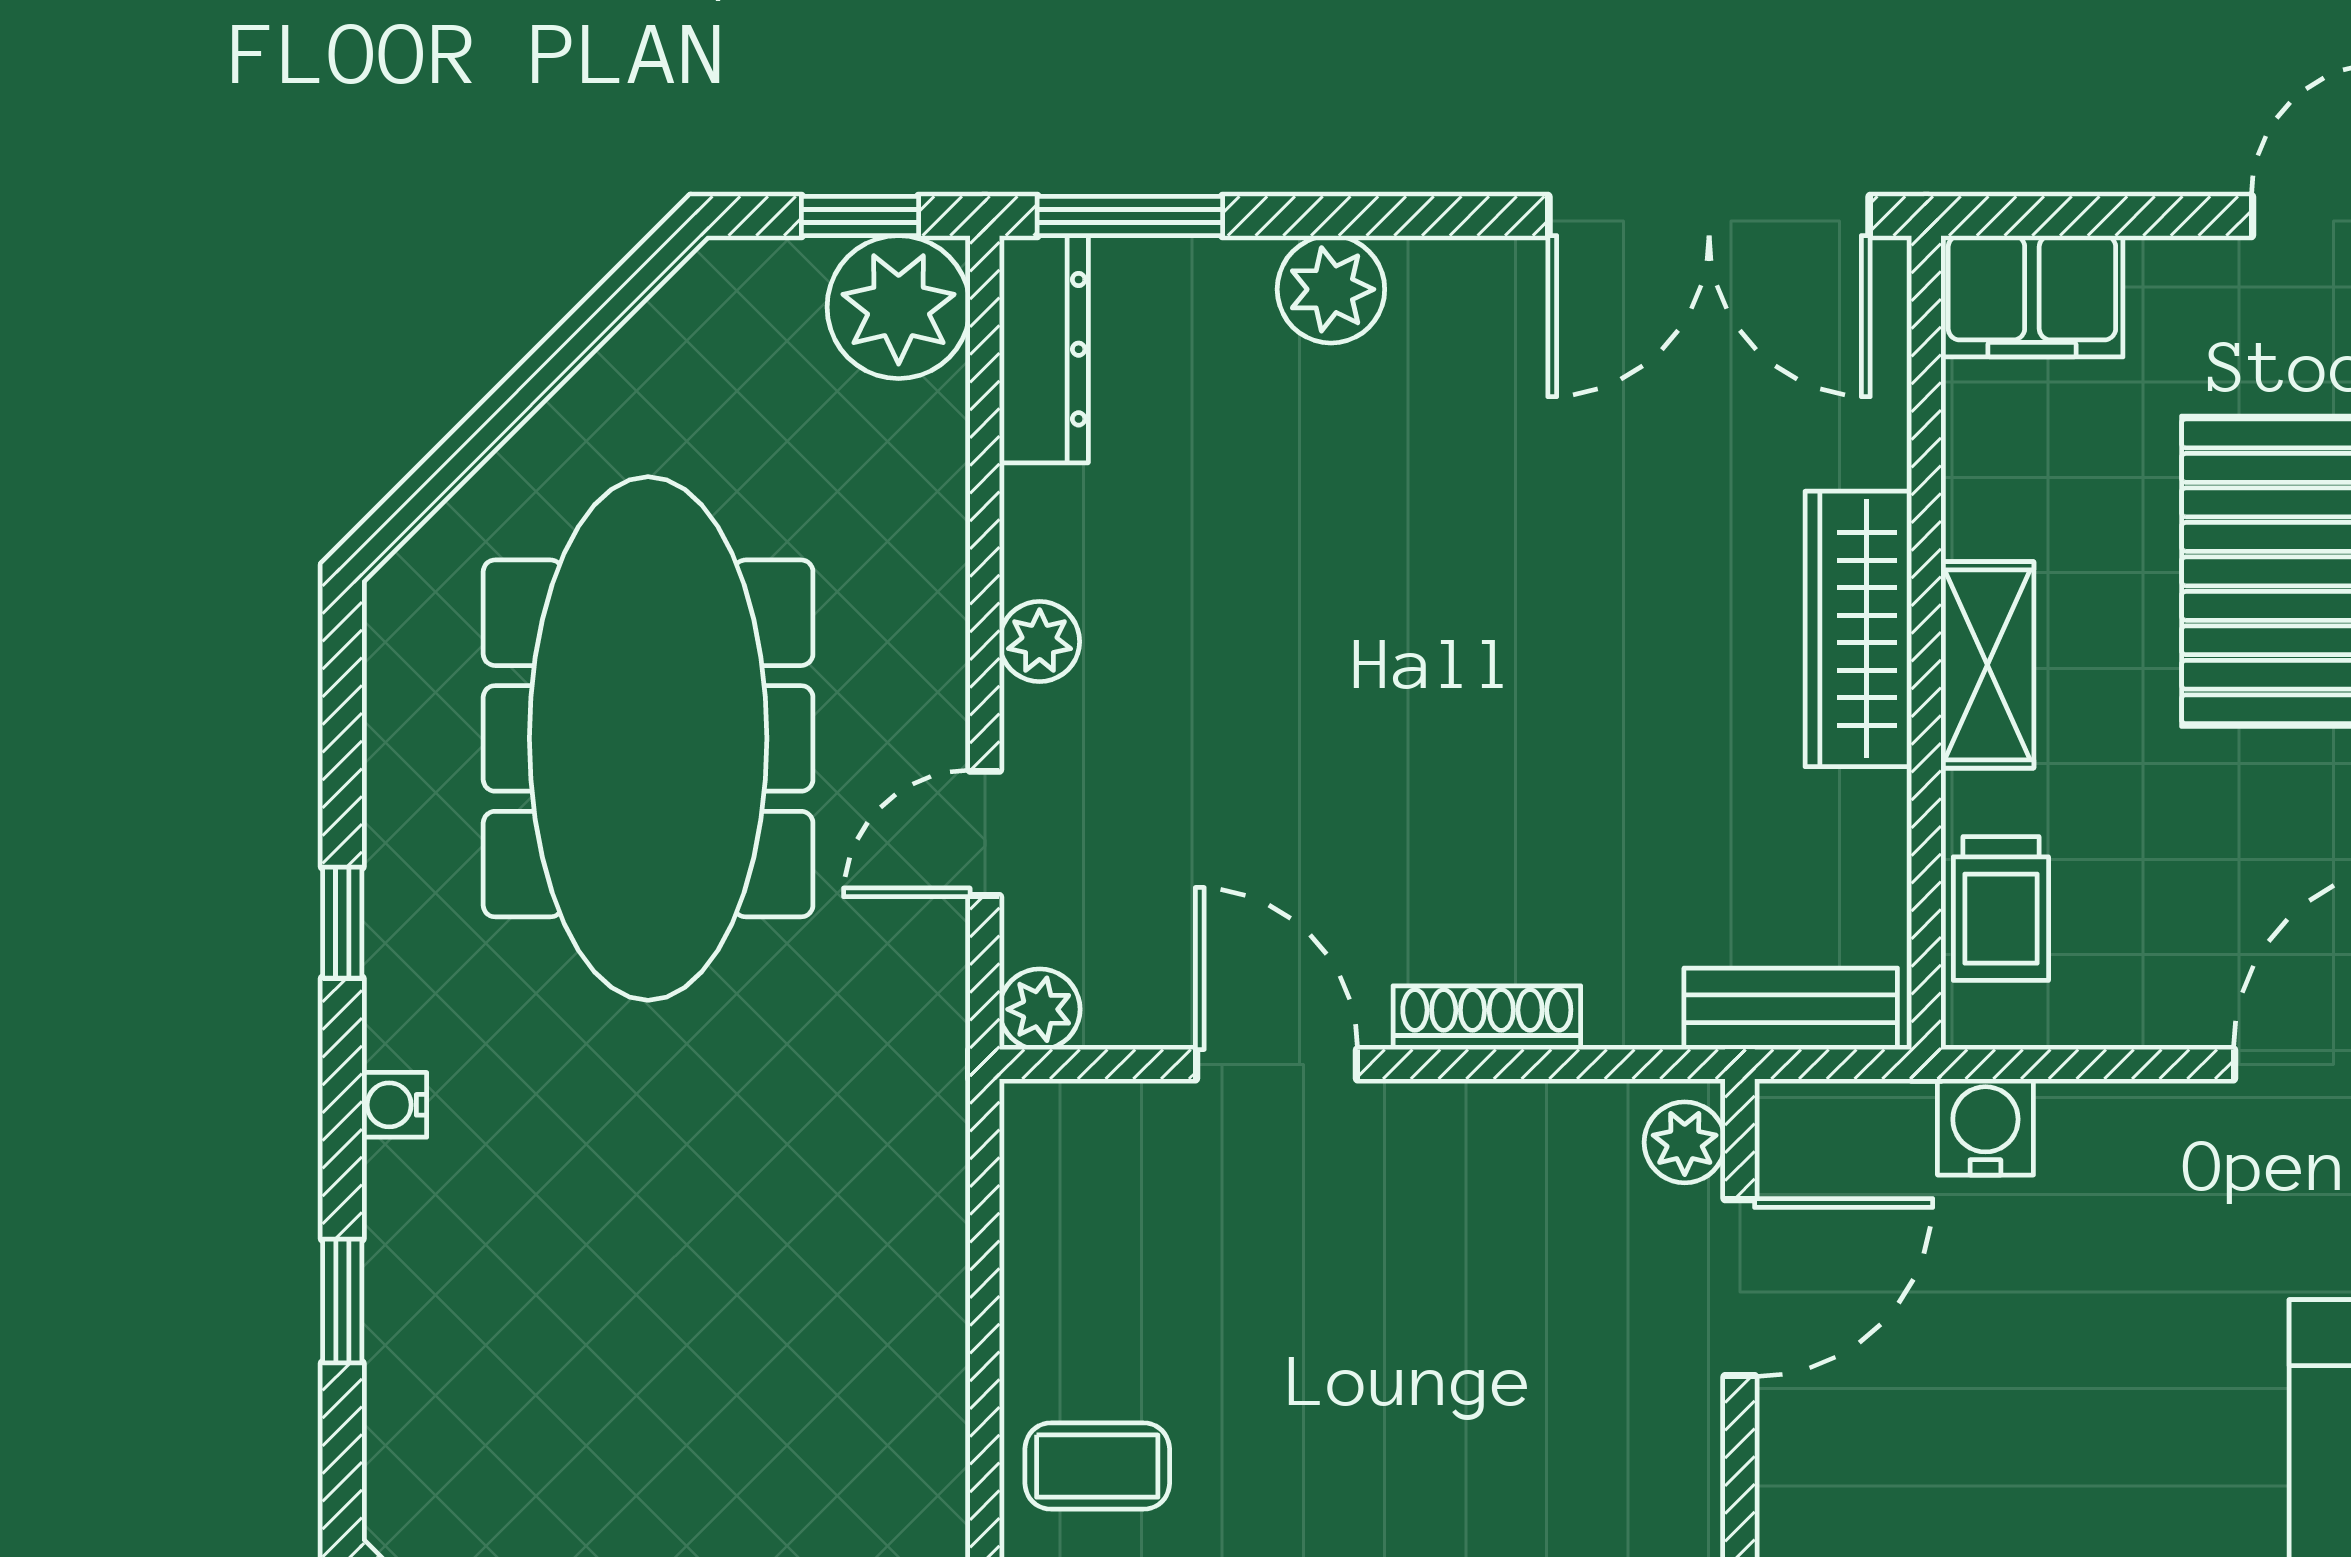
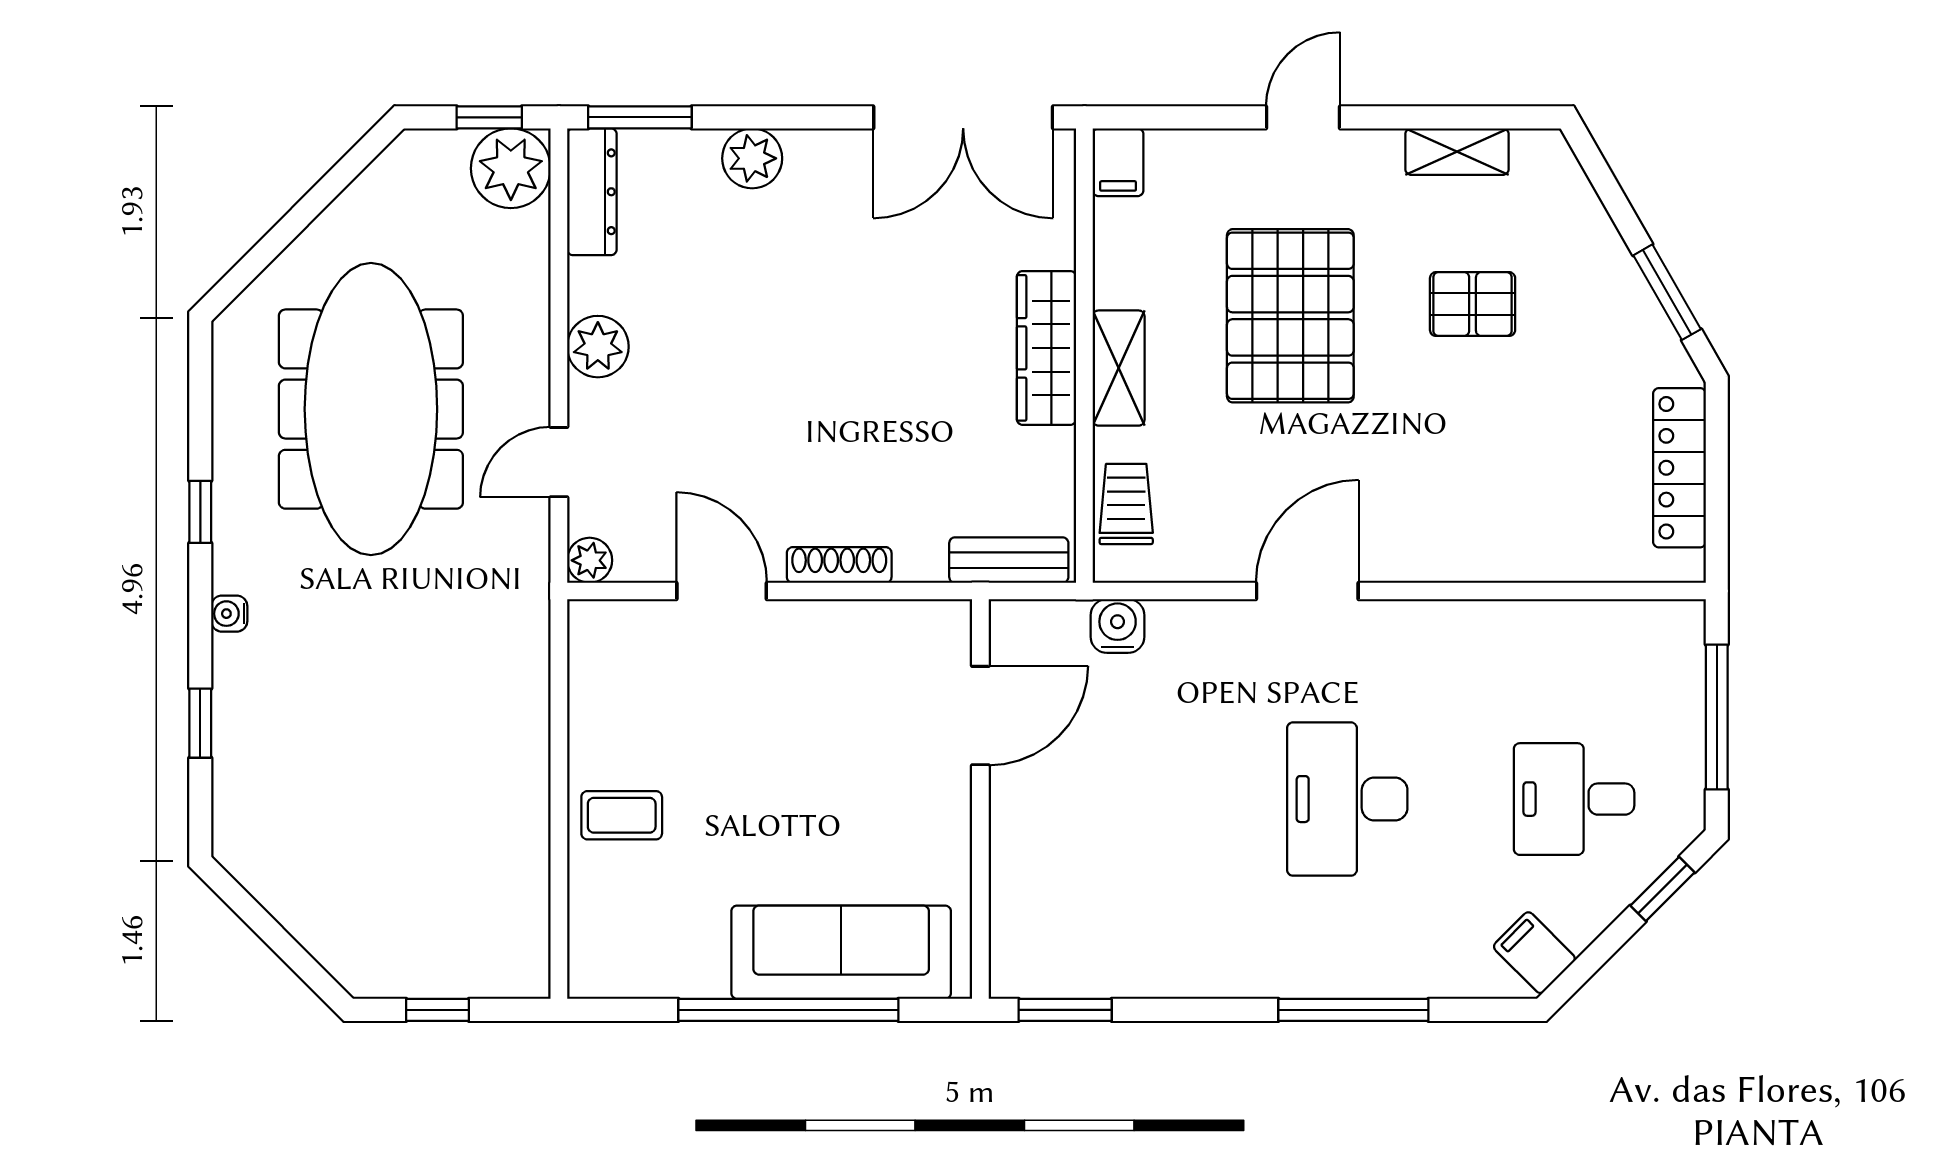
filing cabinet: (2032, 296) -> (1118, 162), width x0.50
plant: (1040, 642) -> (598, 347), width x1.38, depth x1.38
trolley: (2001, 909) -> (1126, 504), turned 180
plant: (1685, 1142) -> (950, 635), removed

